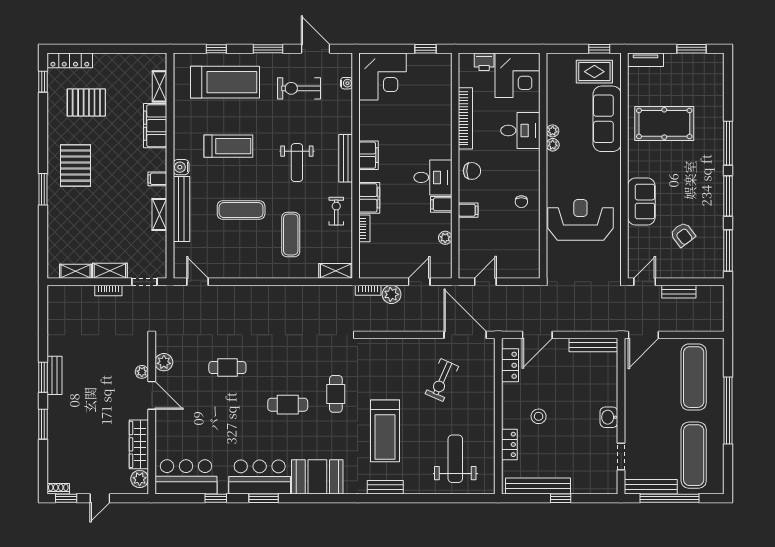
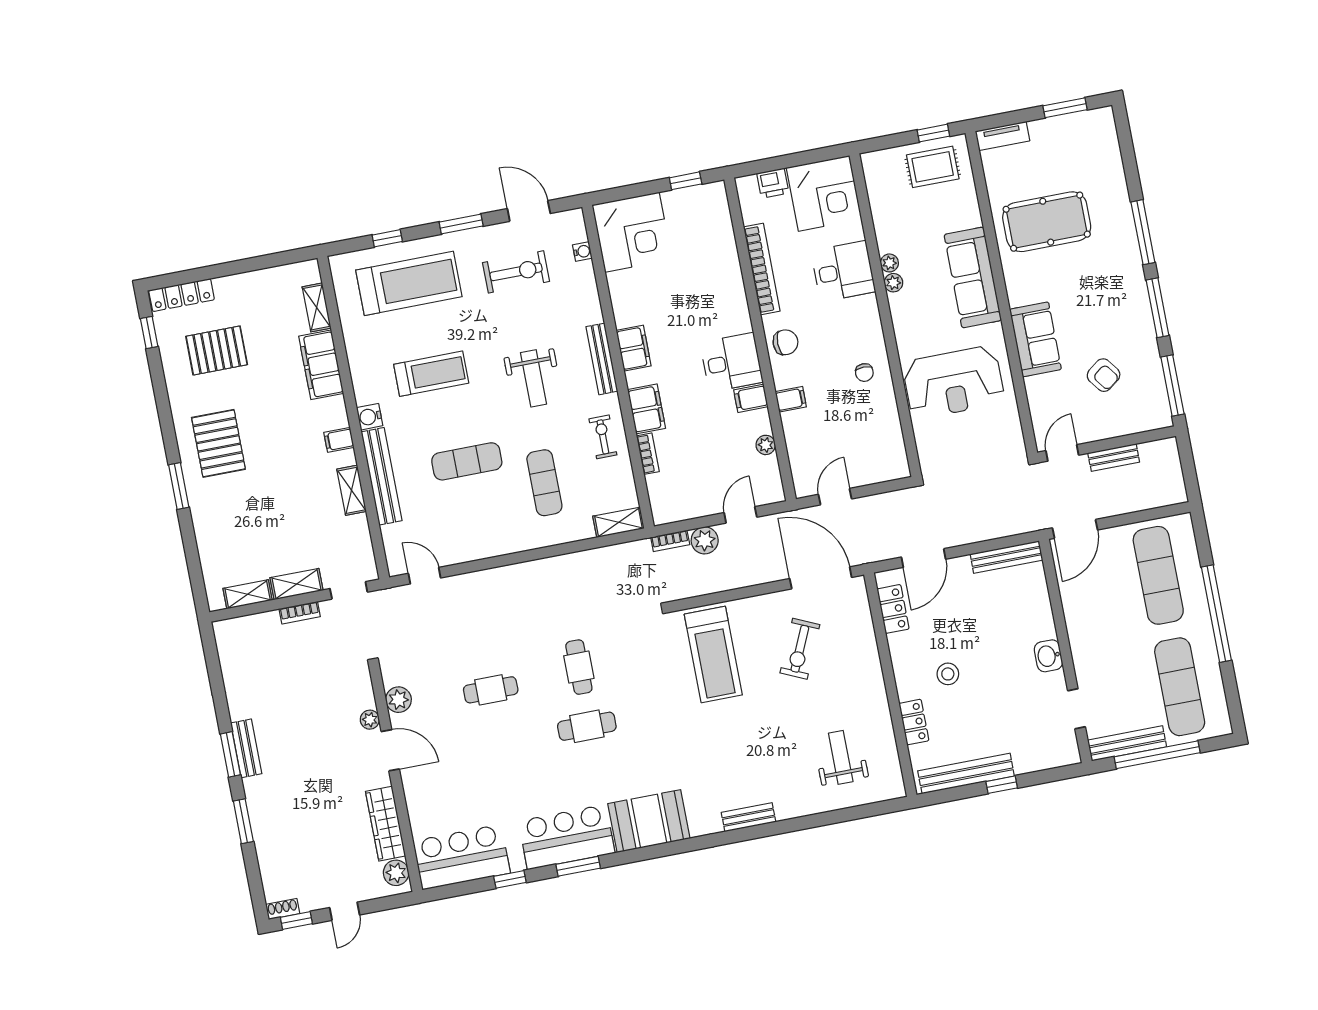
exercise bike: (299, 88) -> (516, 272), turned 180
sofa: (607, 119) -> (973, 277), moved
reception desk: (580, 220) -> (954, 382), turned 180
cafe table: (336, 394) -> (579, 667), moved
treadmill: (385, 431) -> (713, 655), moved
weight bench: (455, 459) -> (841, 757), width x0.73, depth x0.75

